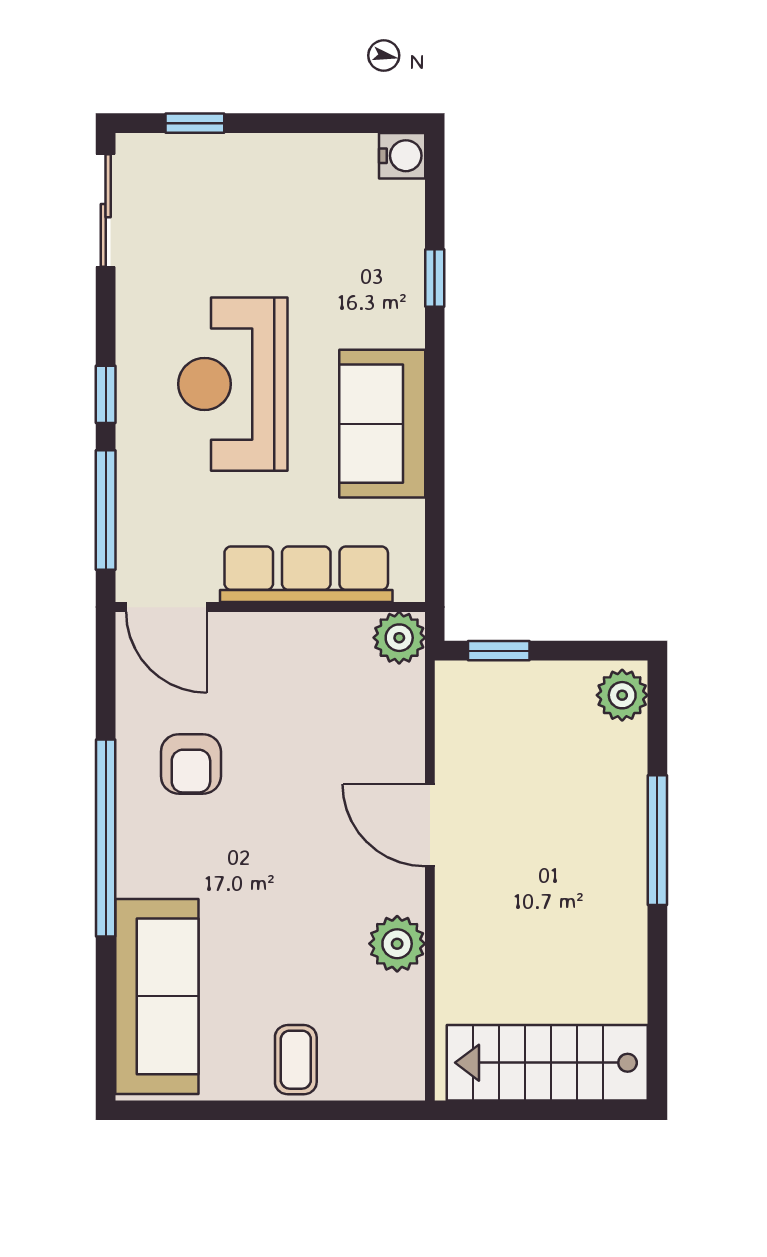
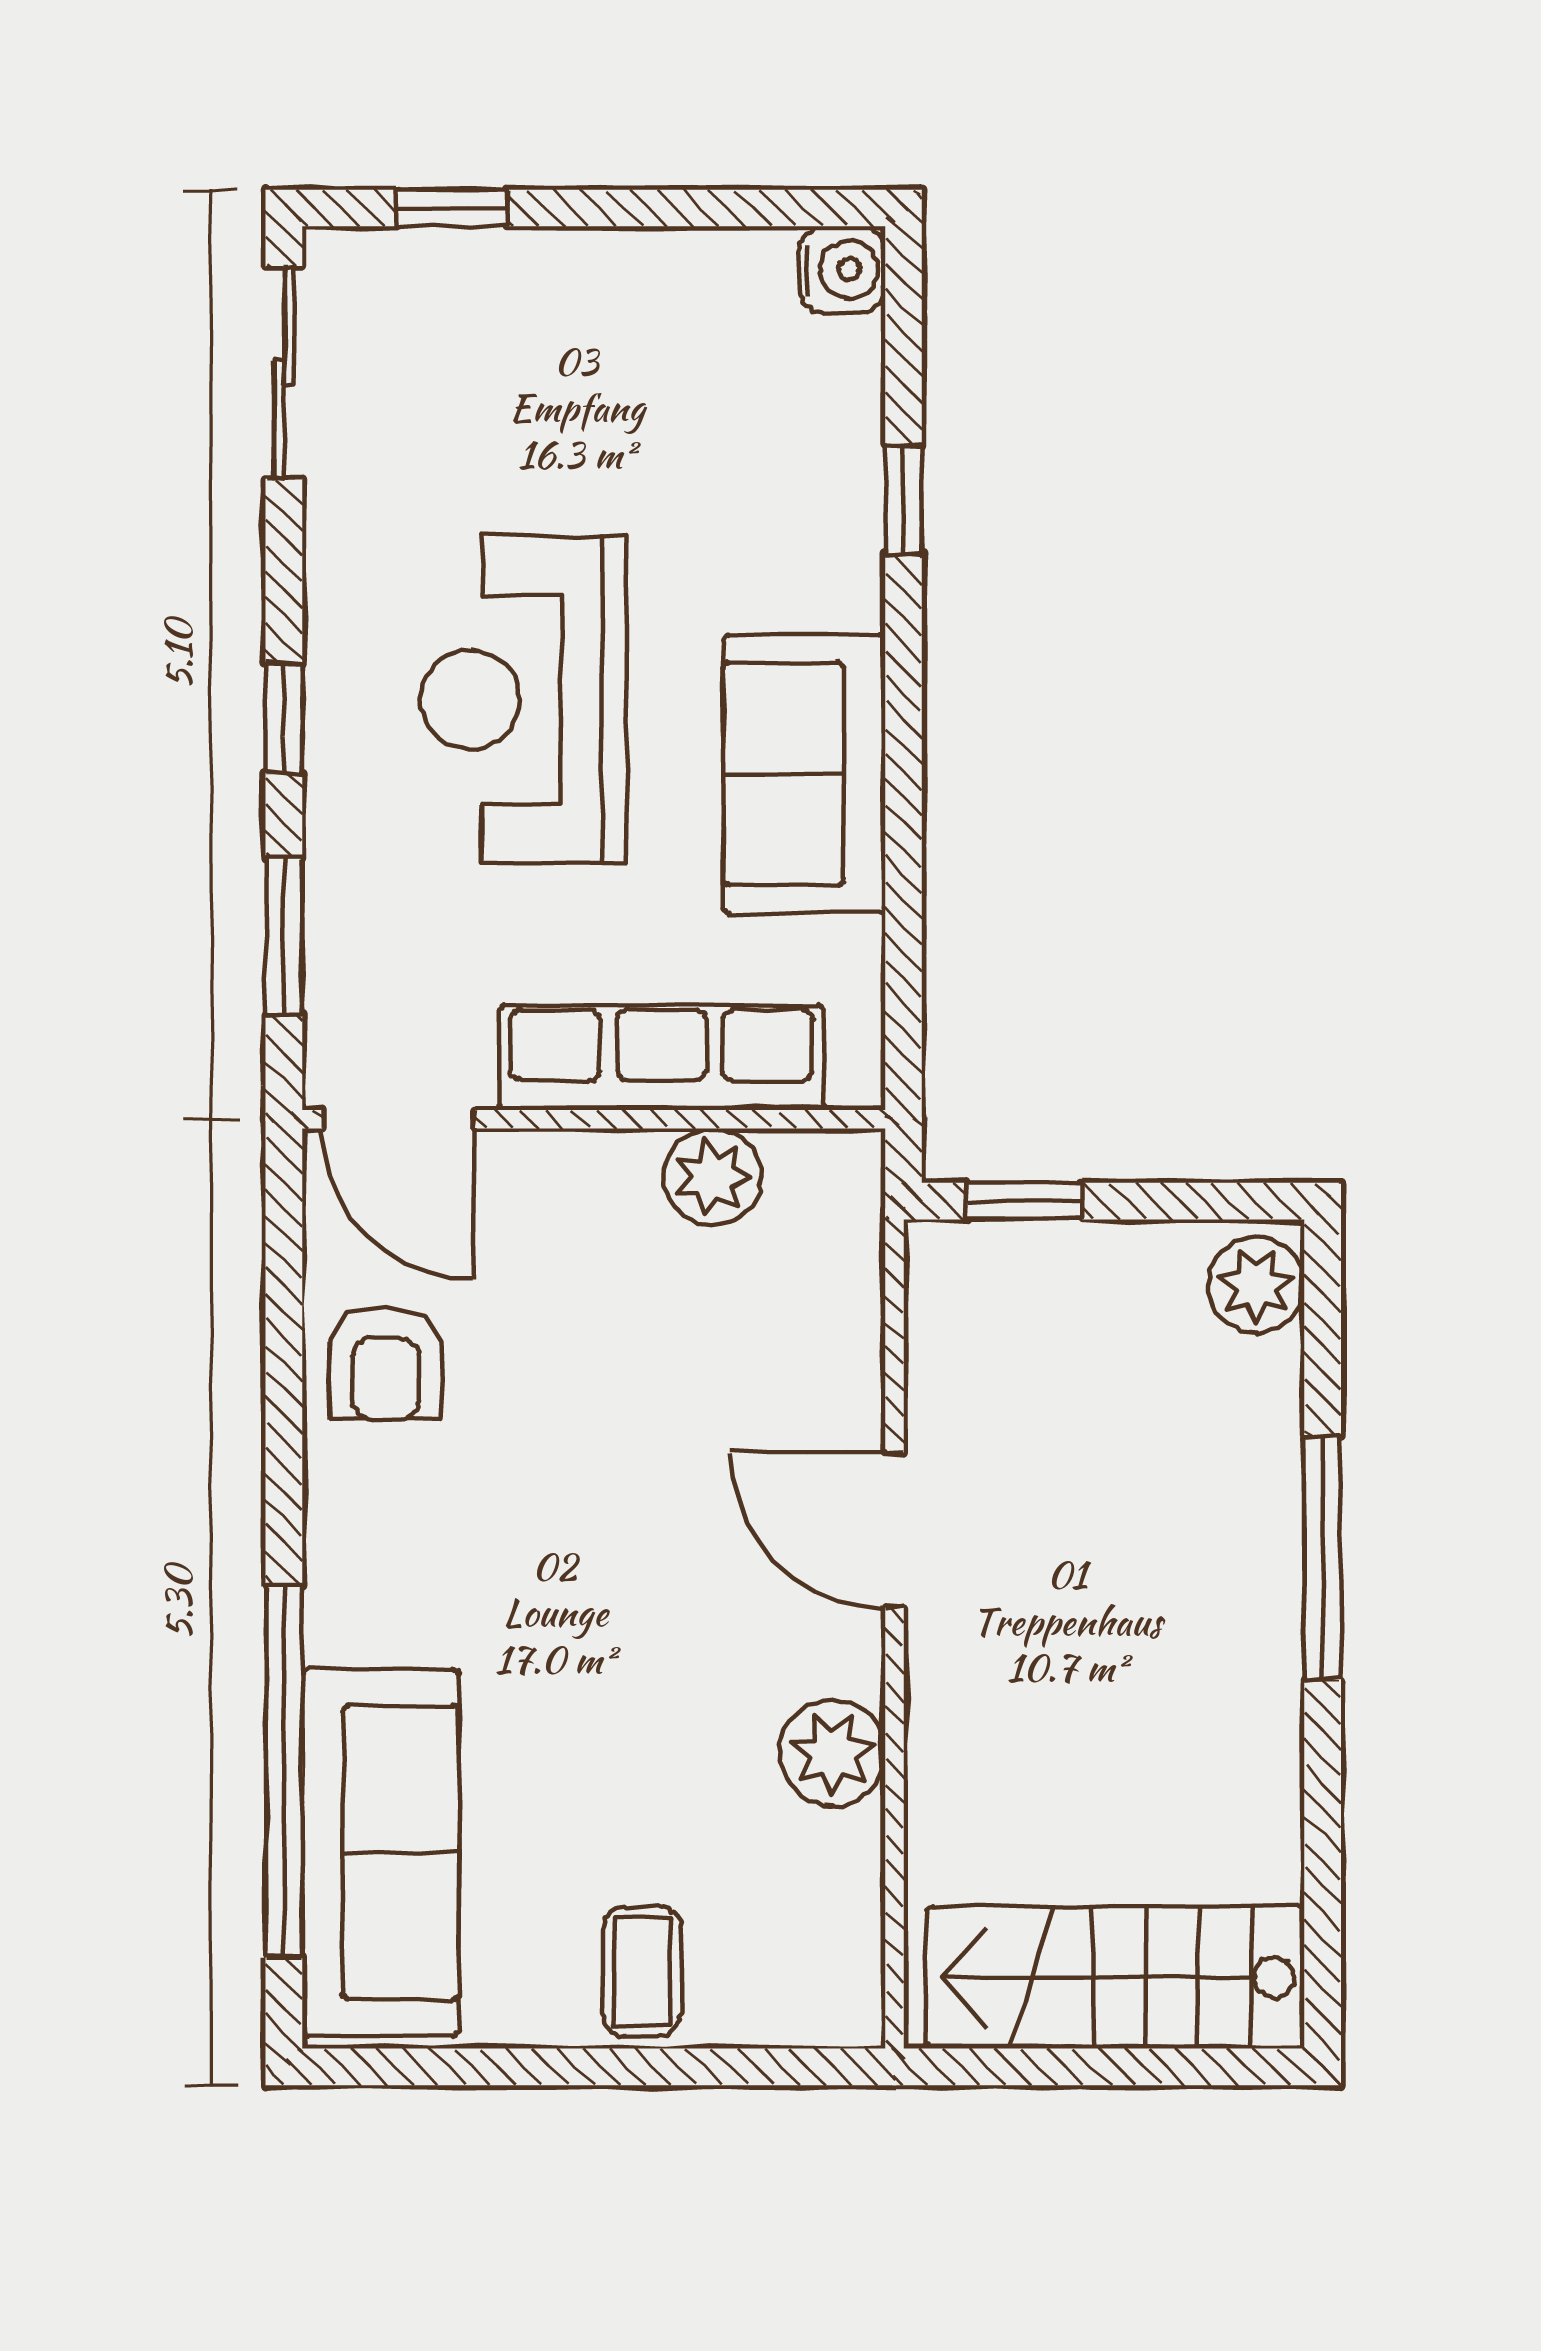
window: (106, 510) -> (284, 936), width x0.69
plant: (399, 638) -> (713, 1177), moved
armchair: (191, 764) -> (386, 1363), moved
window: (106, 838) -> (284, 1771), moved

